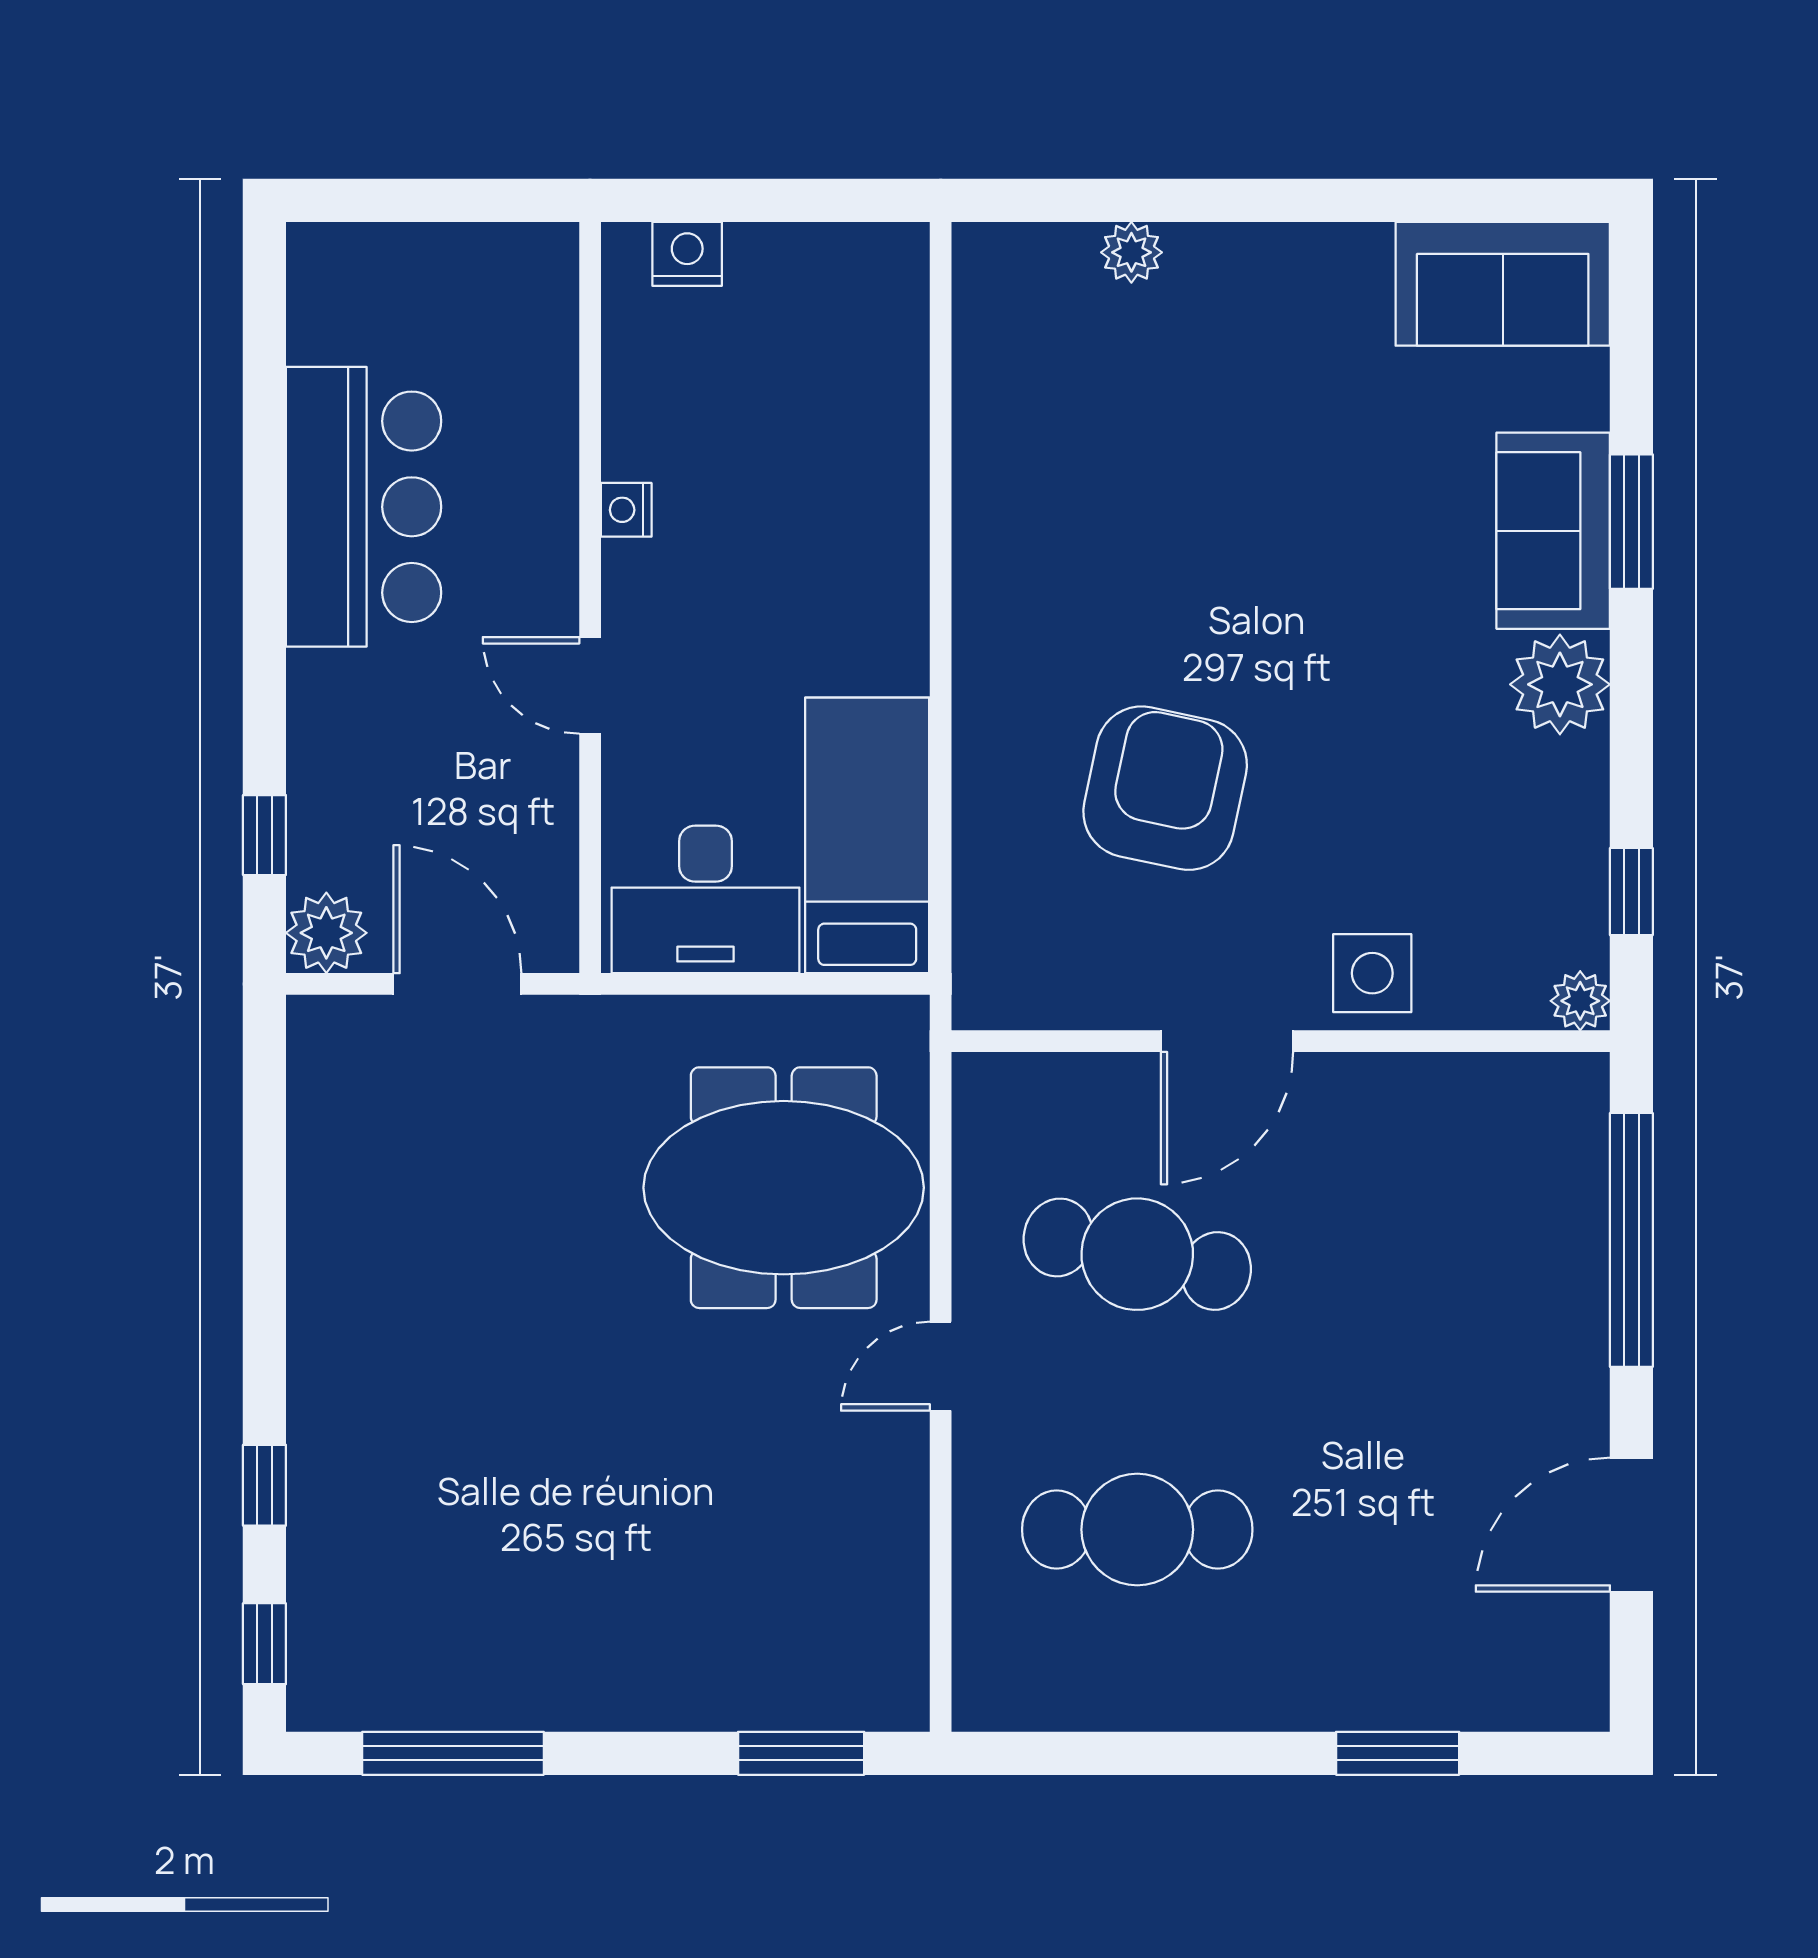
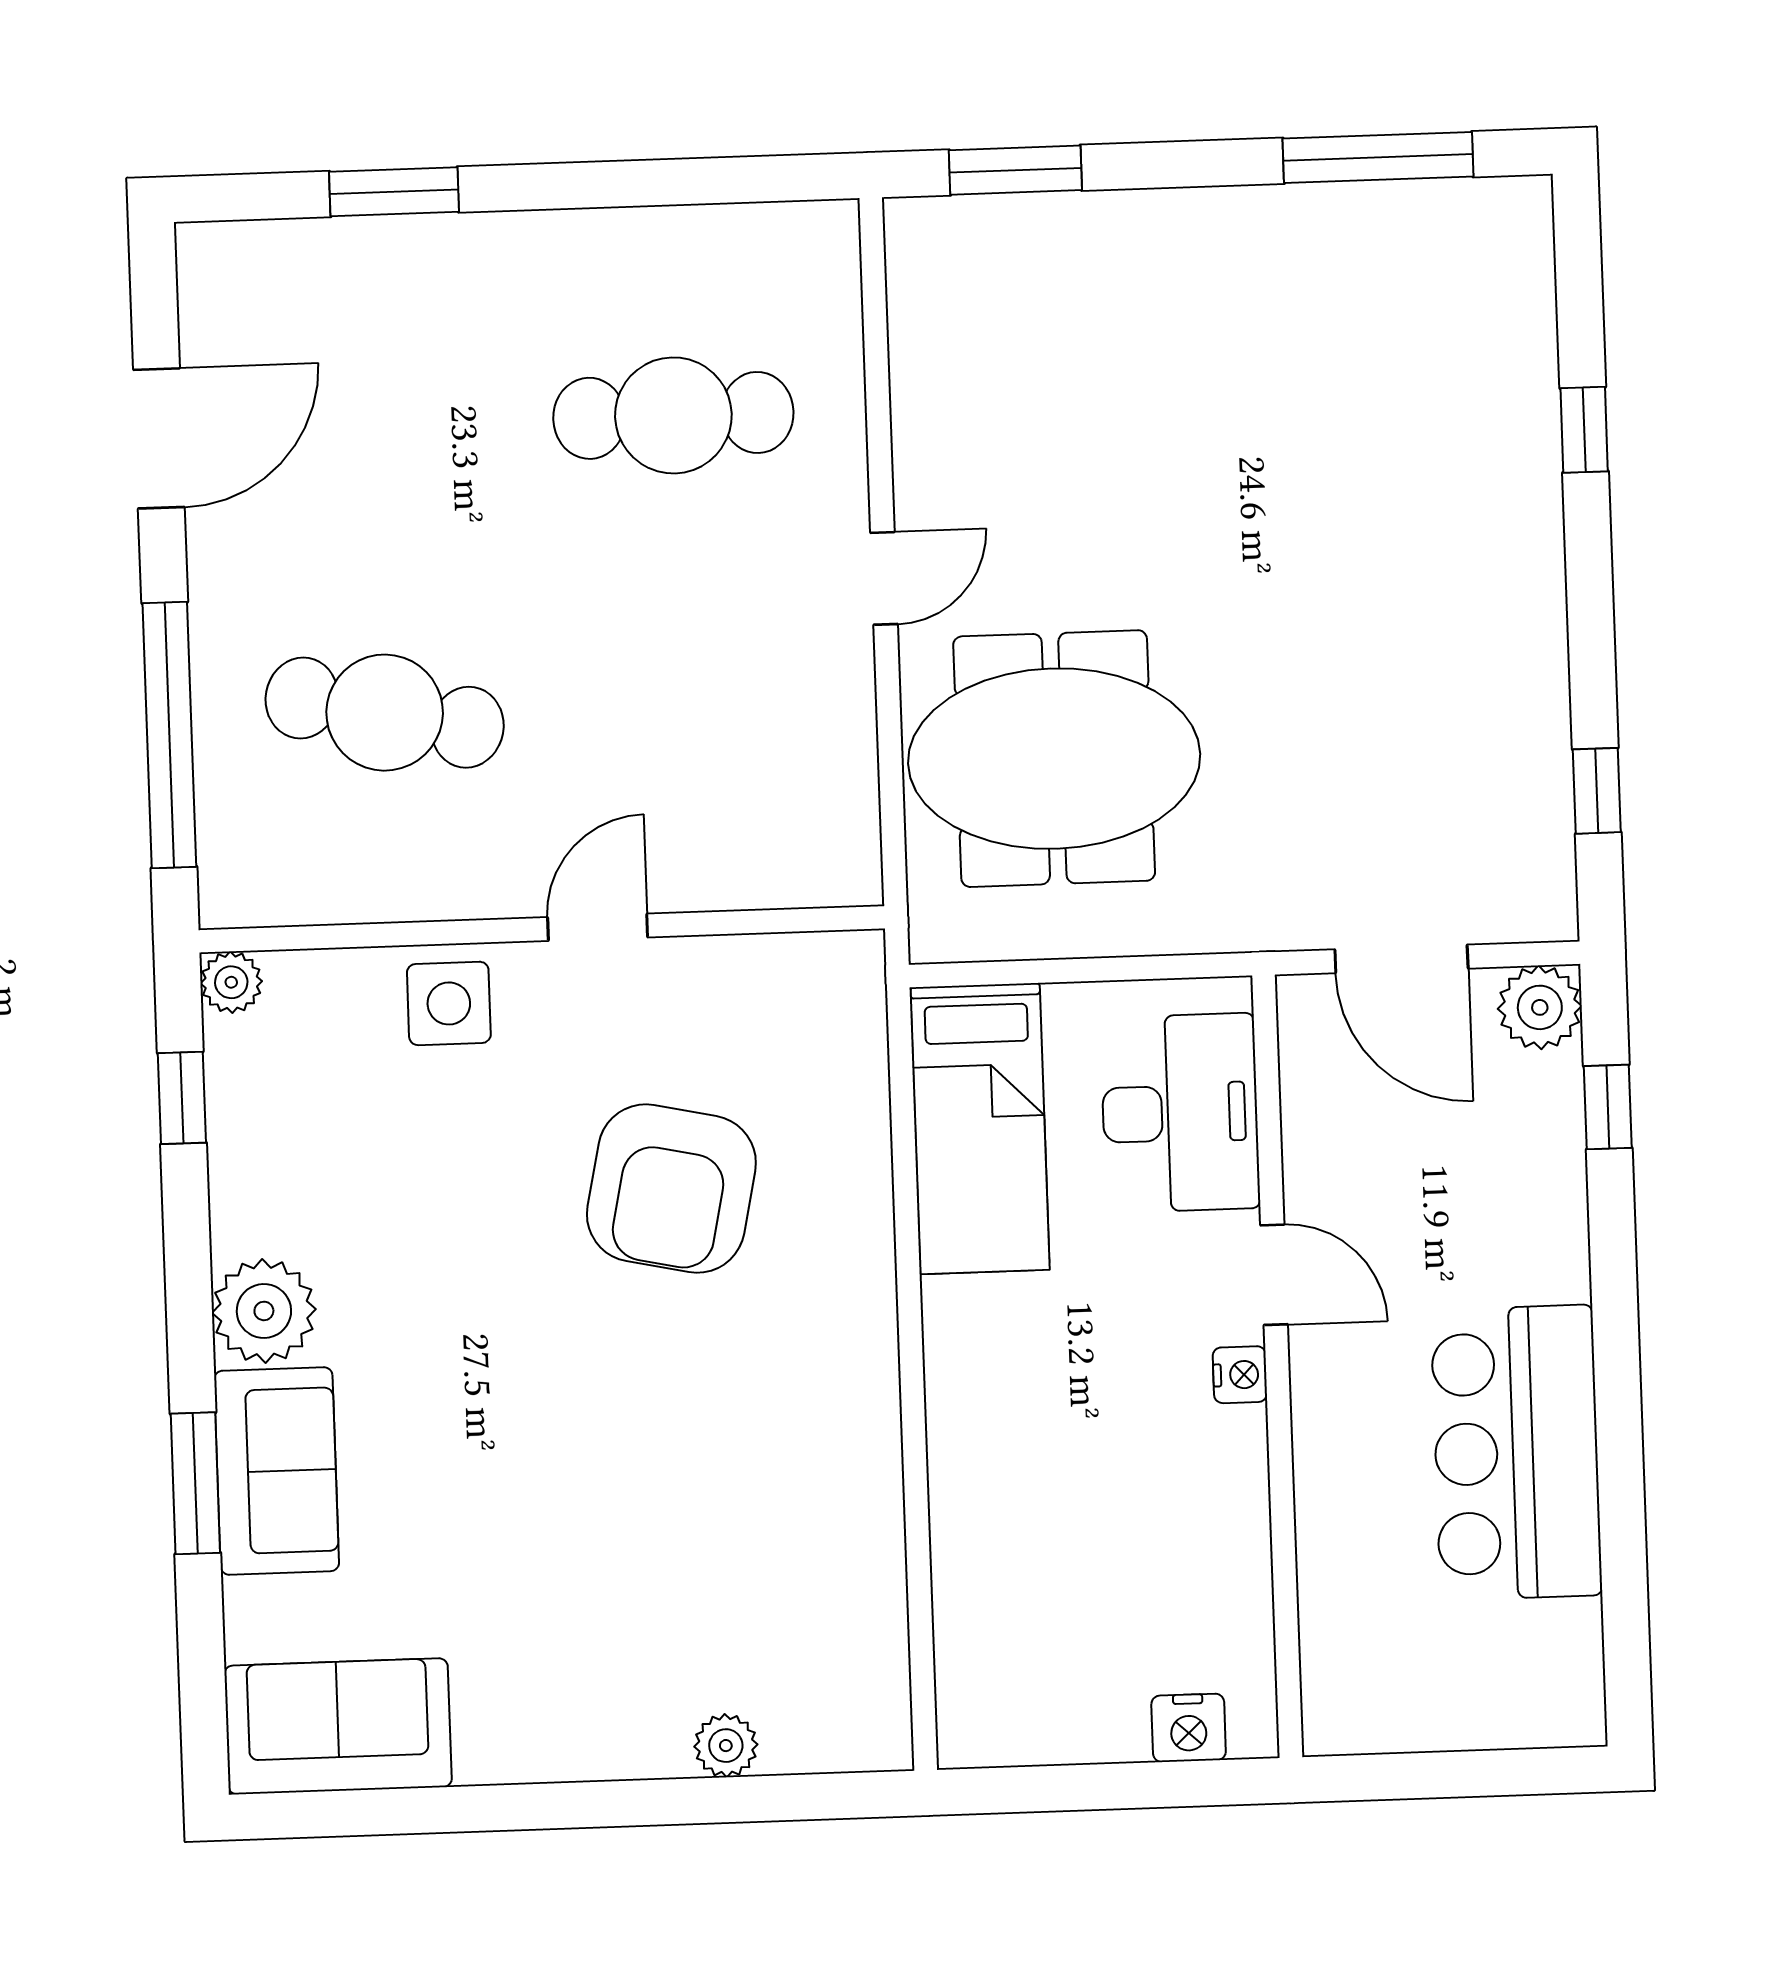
nightstand: (626, 510) -> (1240, 1375), moved
desk: (705, 899) -> (1180, 1113), moved, turned 90
door: (1227, 1041) -> (598, 927), width x0.73
cafe table: (1137, 1254) -> (385, 713), moved
window: (264, 1644) -> (1597, 791), moved

